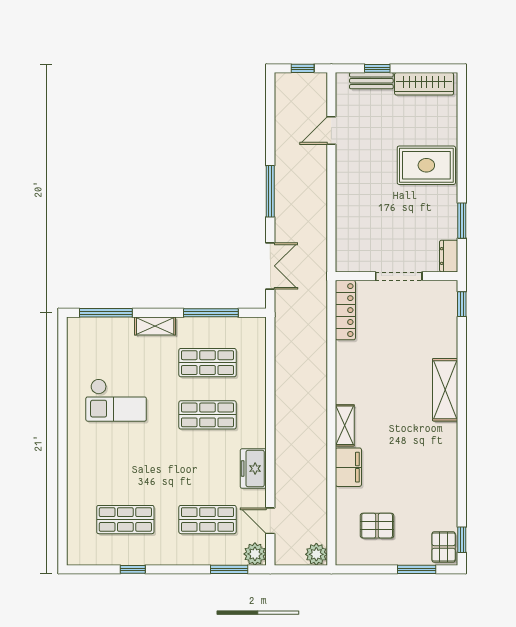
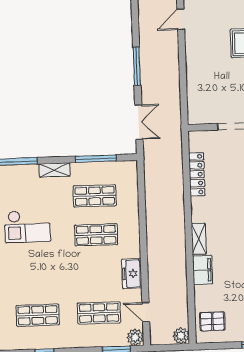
locker: (345, 310) -> (197, 174), moved
pallet: (377, 526) -> (212, 321), moved

